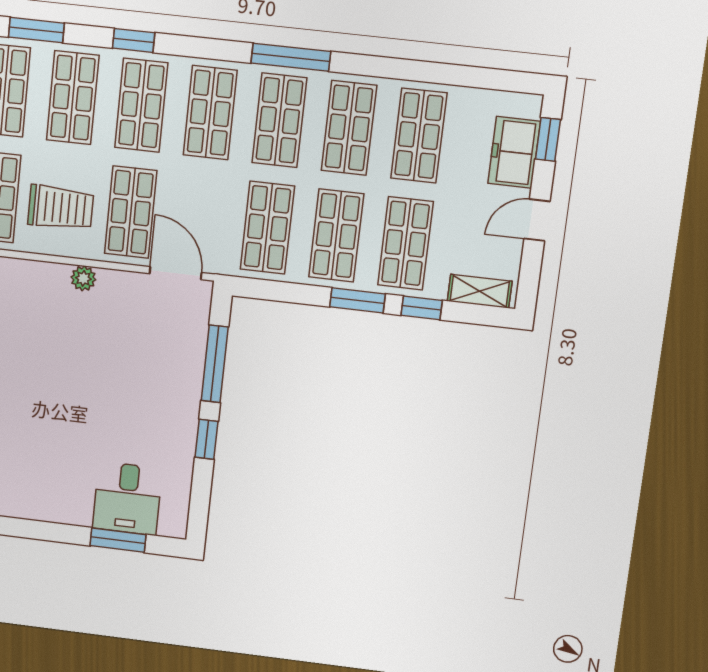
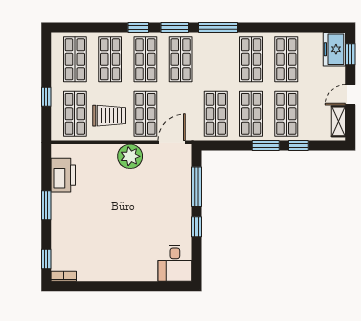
window: (36, 30) -> (175, 28), moved
shop shelf: (279, 120) -> (216, 59), removed
freezer: (514, 152) -> (334, 49), moved
door: (176, 273) -> (172, 142), hinge flipped
plant: (83, 278) -> (130, 156), width x1.88, depth x1.88
shelving: (480, 291) -> (338, 121), moved, turned 90
desk: (127, 498) -> (175, 263), moved
window: (118, 540) -> (156, 286), removed

